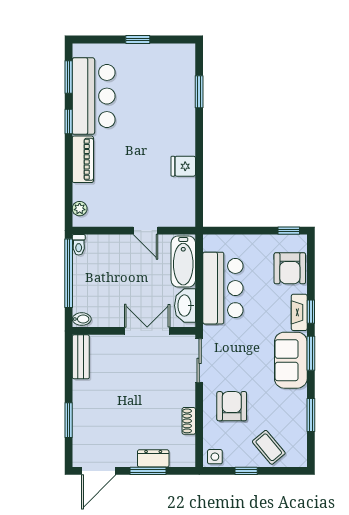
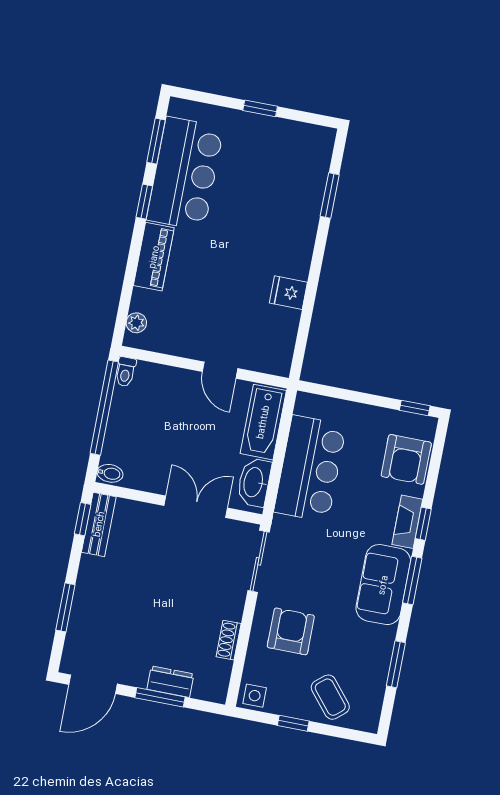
window: (69, 355) -> (83, 519), added

